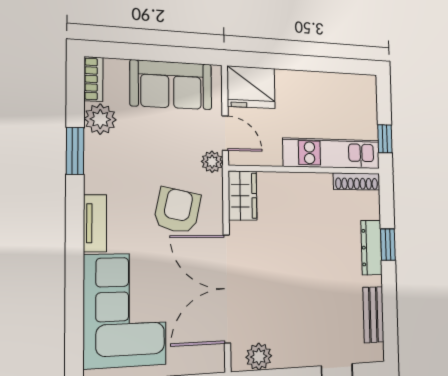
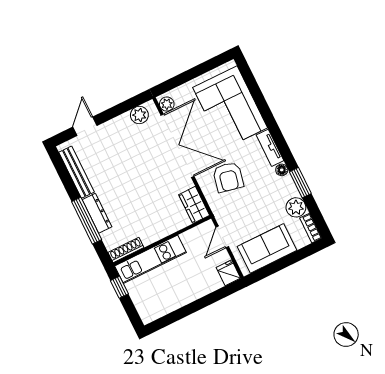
fridge: (251, 87) -> (228, 273), width x0.53, depth x0.75
door: (225, 133) -> (222, 237), hinge flipped
plant: (212, 162) -> (167, 104), moved
floor lamp: (94, 183) -> (282, 170), added
window: (388, 244) -> (87, 221), width x2.17
bench: (373, 315) -> (77, 172), width x1.36

